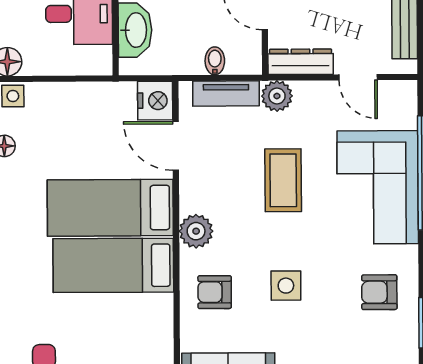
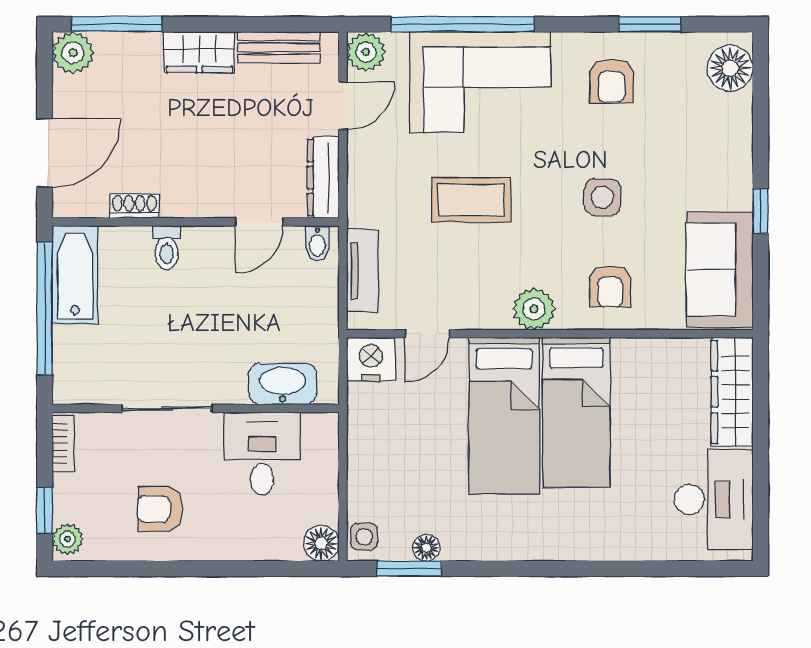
bidet: (215, 61) -> (317, 243), moved, turned -90
plant: (277, 96) -> (366, 52), moved
door: (176, 146) -> (428, 334), width x0.73

